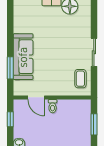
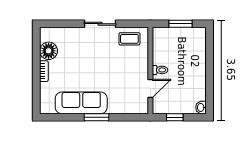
sofa: (23, 57) -> (81, 103), moved
window: (10, 68) -> (96, 117), moved

